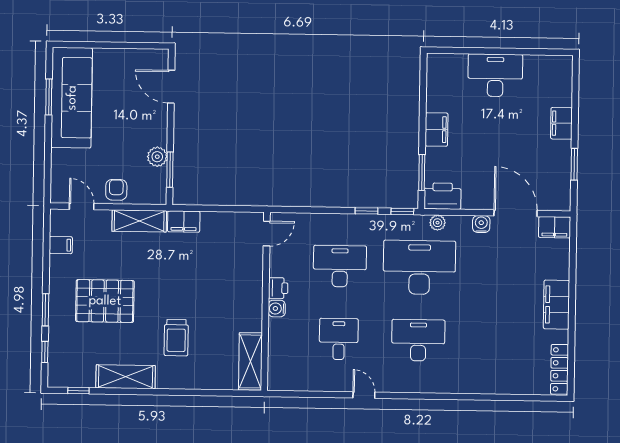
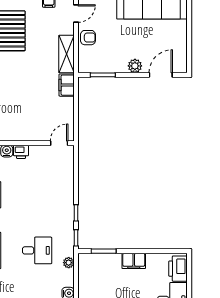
plant: (157, 157) -> (135, 66), moved
printer: (442, 196) -> (178, 269), moved, turned 180
door: (267, 234) -> (59, 143), swing flipped
desk: (340, 266) -> (37, 195), removed
desk: (419, 267) -> (37, 250), width x0.53, depth x0.77

